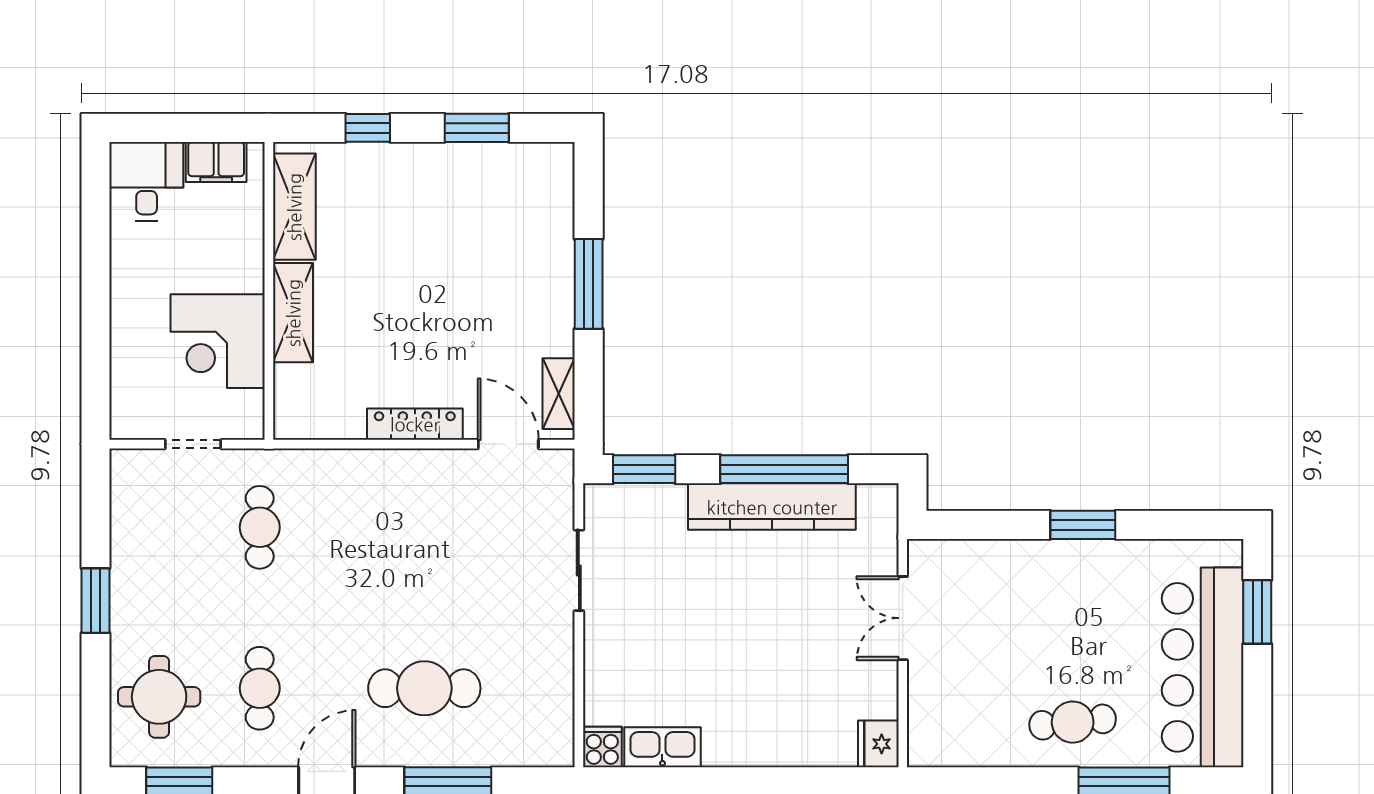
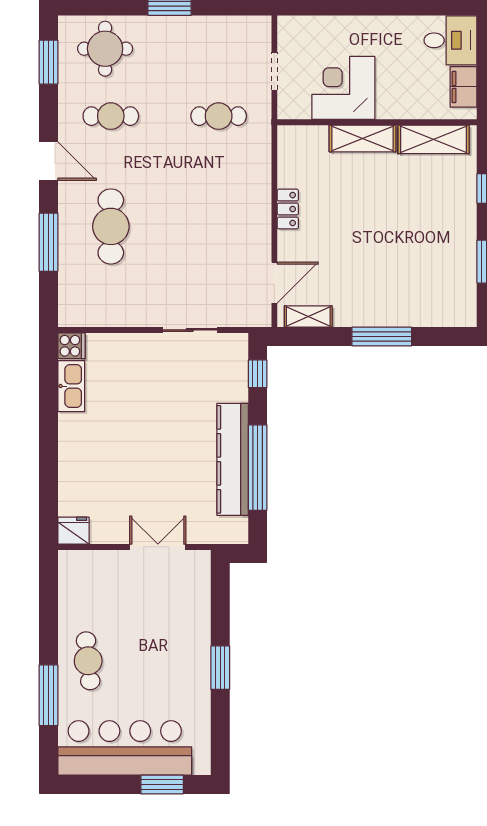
locker: (415, 424) -> (288, 209), width x0.66
window: (644, 469) -> (258, 374), width x0.67

